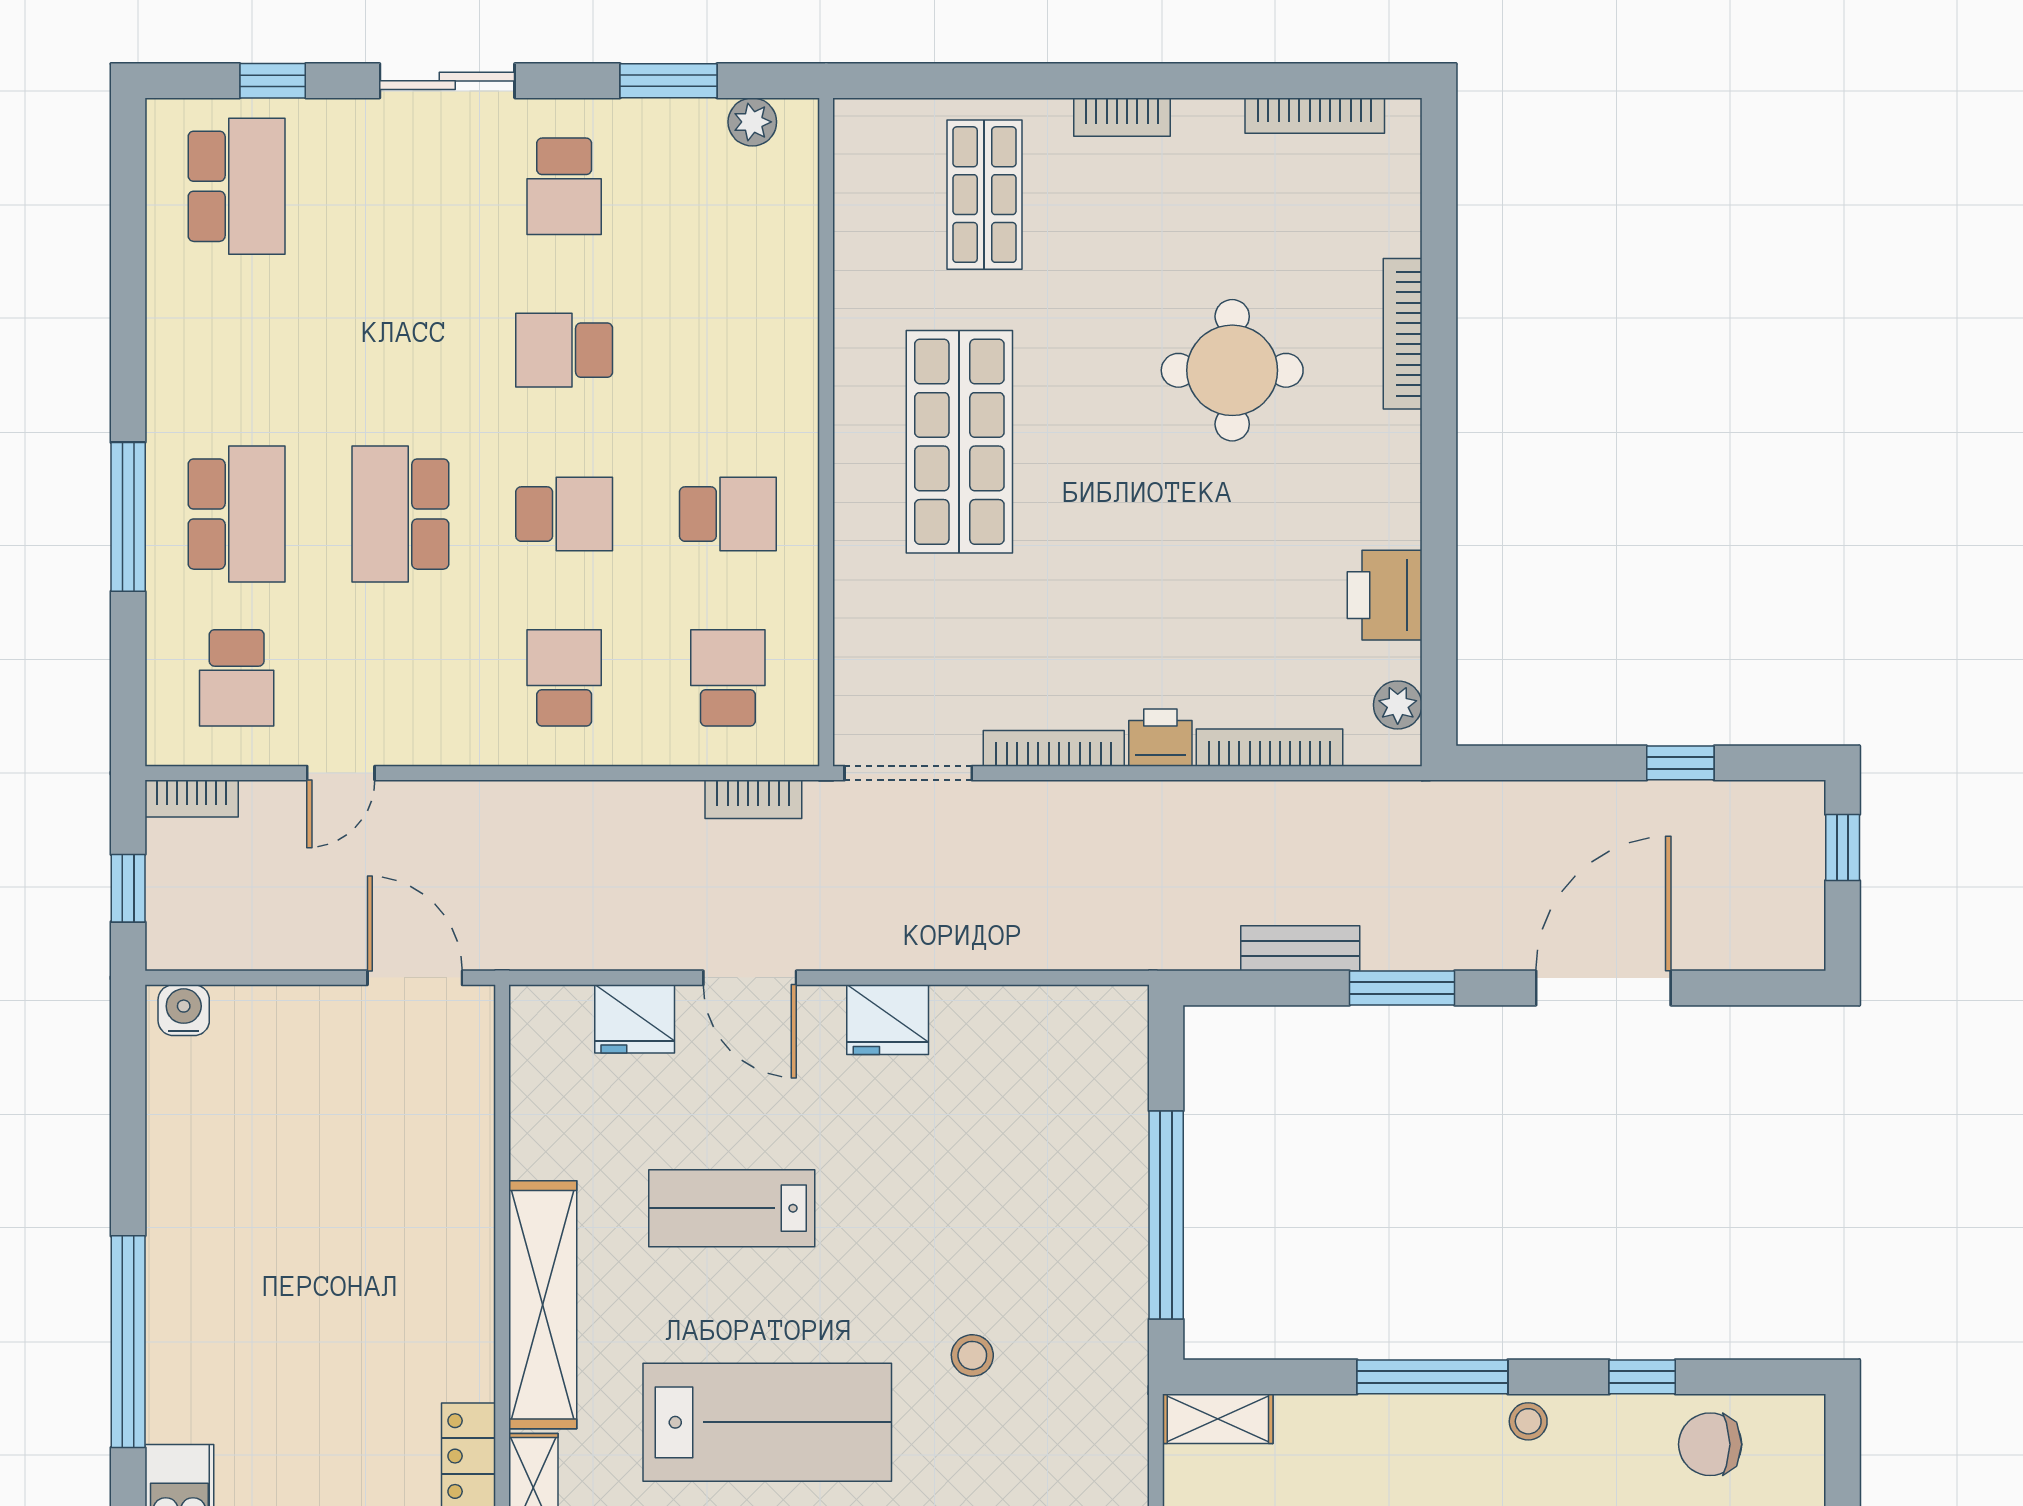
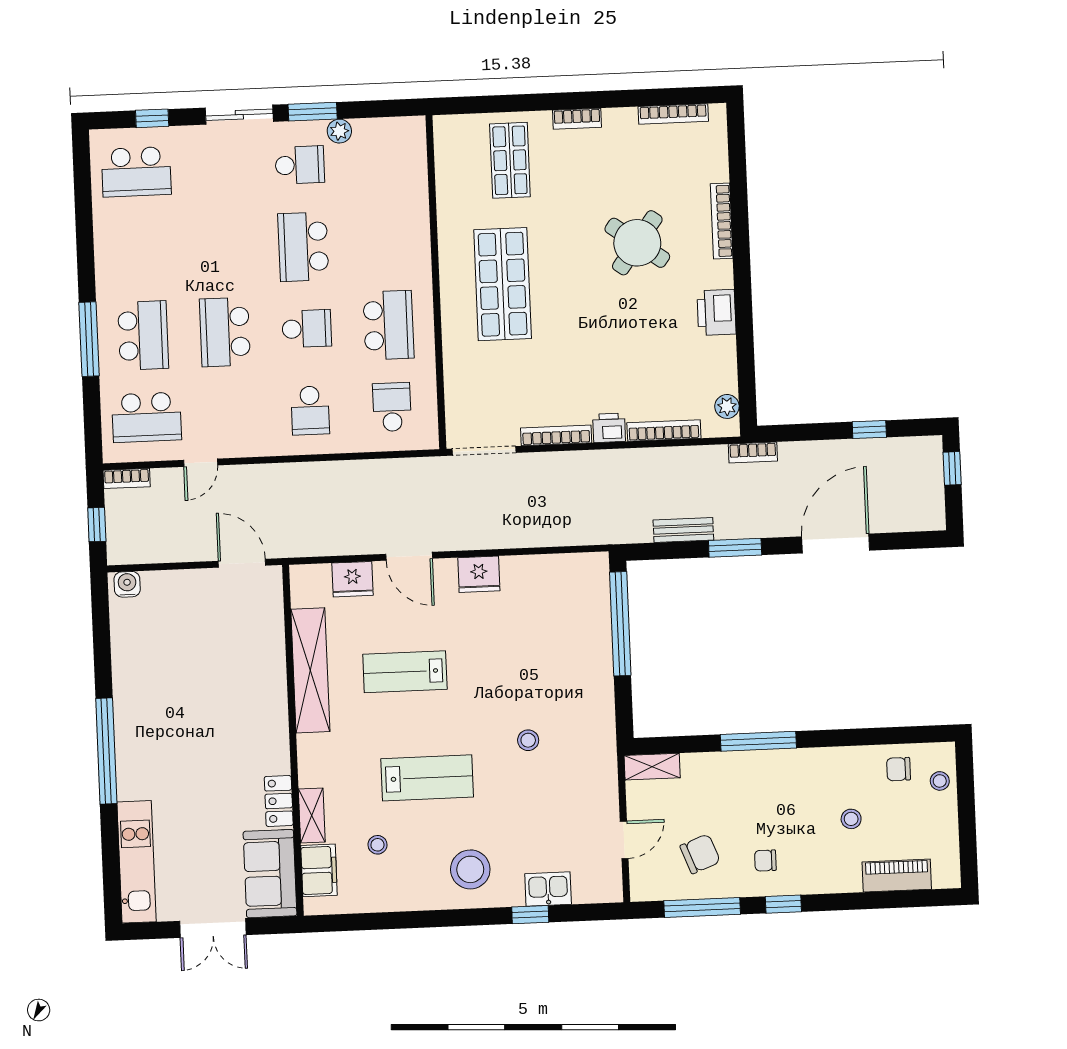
window: (668, 81) -> (313, 112), moved
plant: (752, 122) -> (339, 131), moved
school desk: (237, 186) -> (136, 172), turned 90
school desk: (564, 186) -> (300, 165), turned -90
school desk: (564, 350) -> (303, 247), width x1.85
round table: (1232, 370) -> (637, 243), turned 36
school desk: (728, 514) -> (388, 325), width x1.85
printer: (1385, 595) -> (716, 312), moved
school desk: (237, 678) -> (147, 417), width x1.85
school desk: (564, 678) -> (310, 410), turned 180
bookcase: (753, 799) -> (753, 453), moved
window: (1166, 1215) -> (620, 624), moved
shelving: (543, 1305) -> (310, 670), moved
window: (1642, 1377) -> (863, 737), removed
stool: (1528, 1421) -> (940, 781), moved
lab bench: (767, 1422) -> (427, 778), width x0.73, depth x0.72
chair: (1710, 1444) -> (898, 769), width x0.73, depth x0.73

